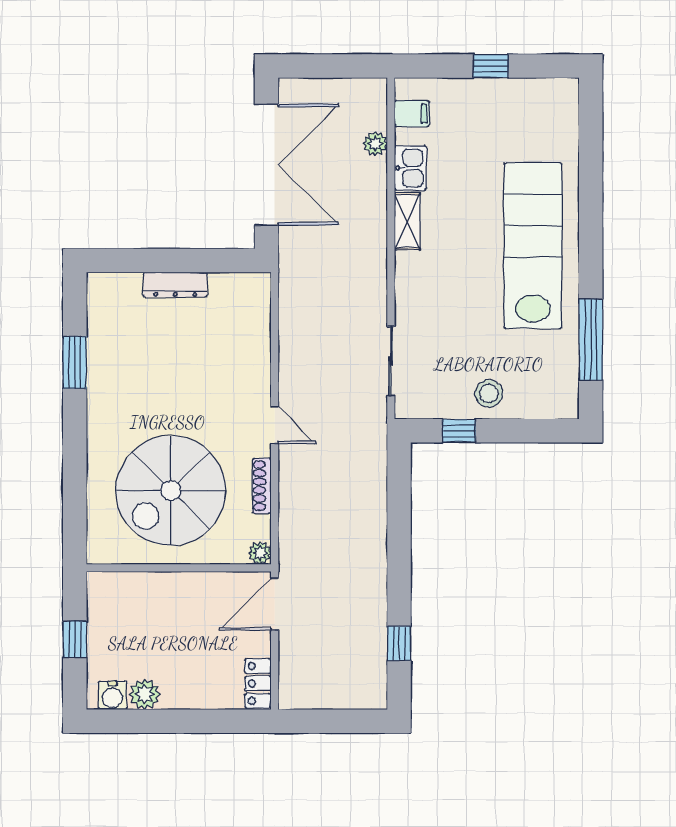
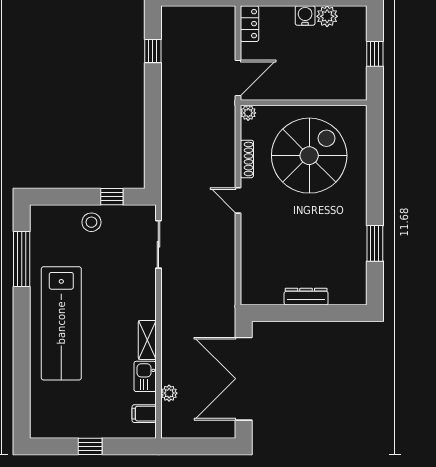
water cooler: (112, 695) -> (305, 15), moved

